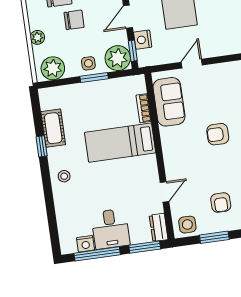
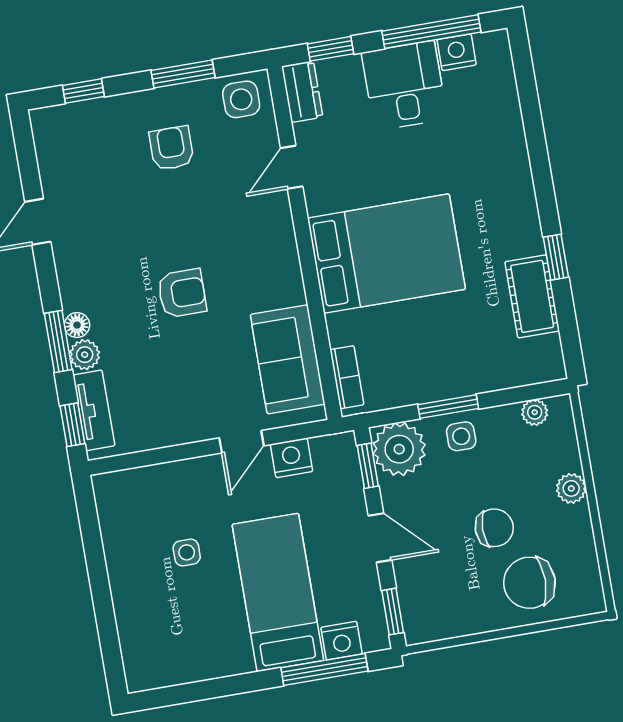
side table: (219, 12) -> (187, 552), added
door: (128, 17) -> (380, 538), hinge flipped
chair: (74, 20) -> (494, 528), turned 180
nightstand: (143, 40) -> (292, 458), moved, turned -90
plant: (53, 68) -> (535, 412), width x0.53, depth x0.53
bookcase: (144, 108) -> (347, 377), moved
bed: (120, 143) -> (386, 254), width x1.50
stool: (64, 176) -> (506, 195), removed
window: (145, 247) -> (331, 49), width x0.67

